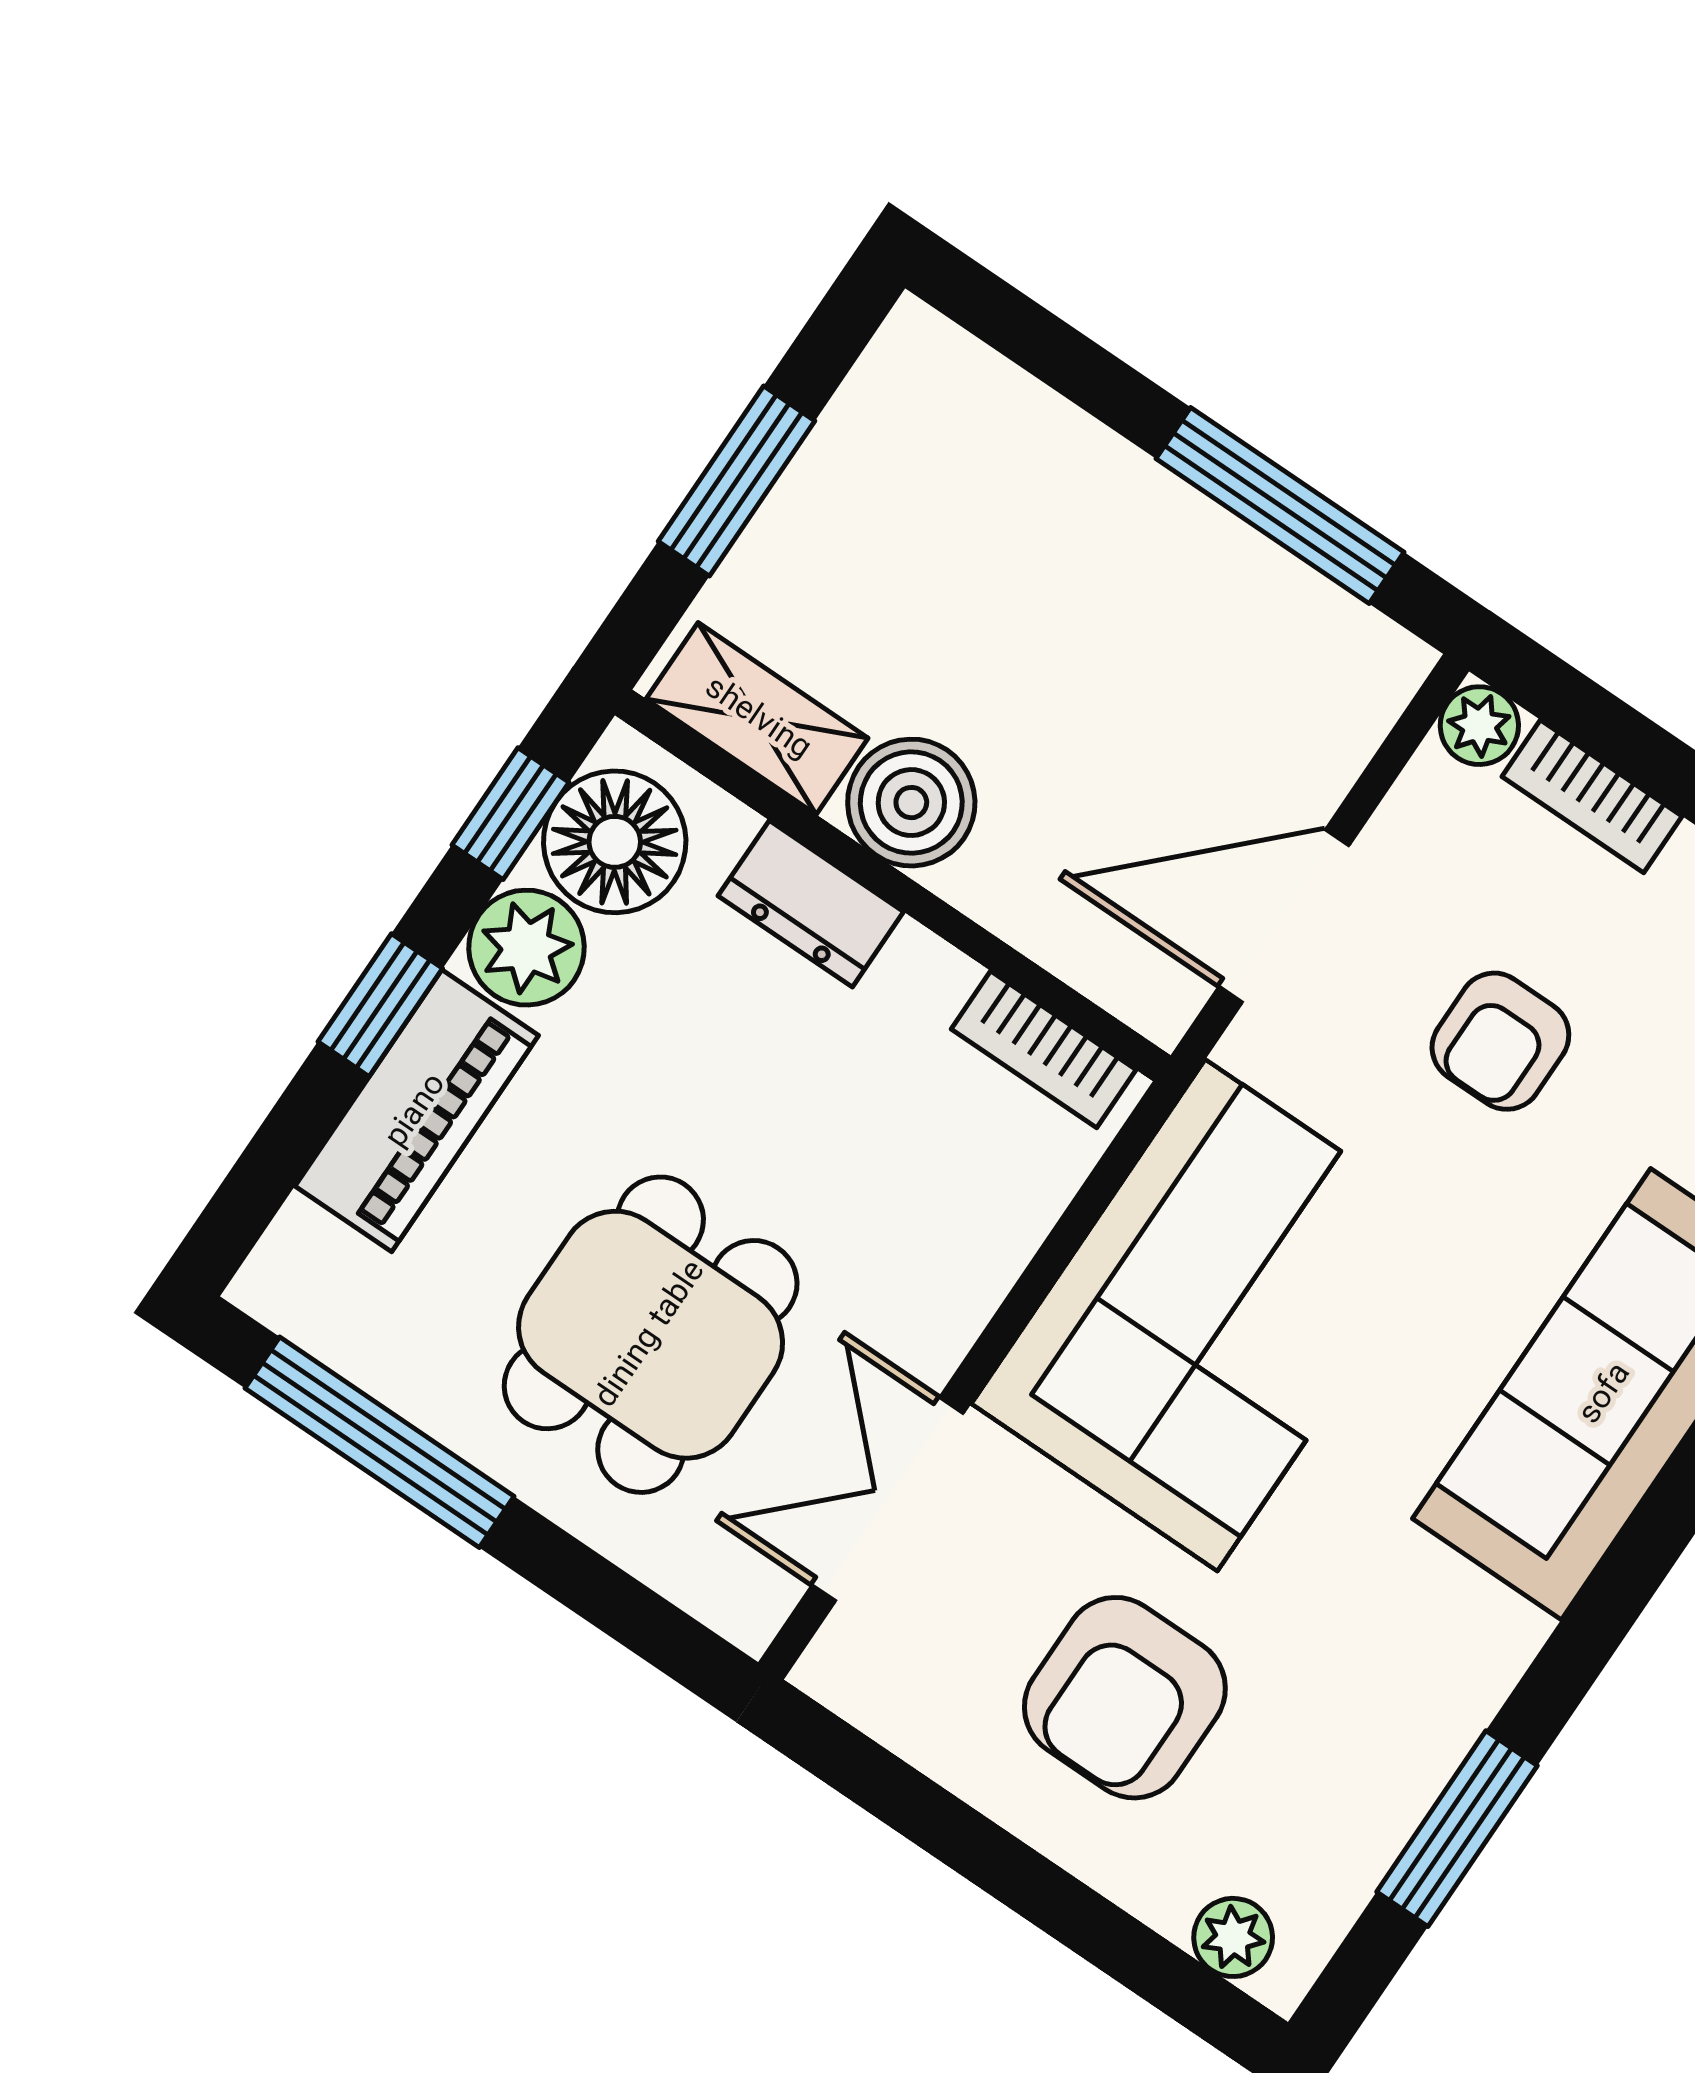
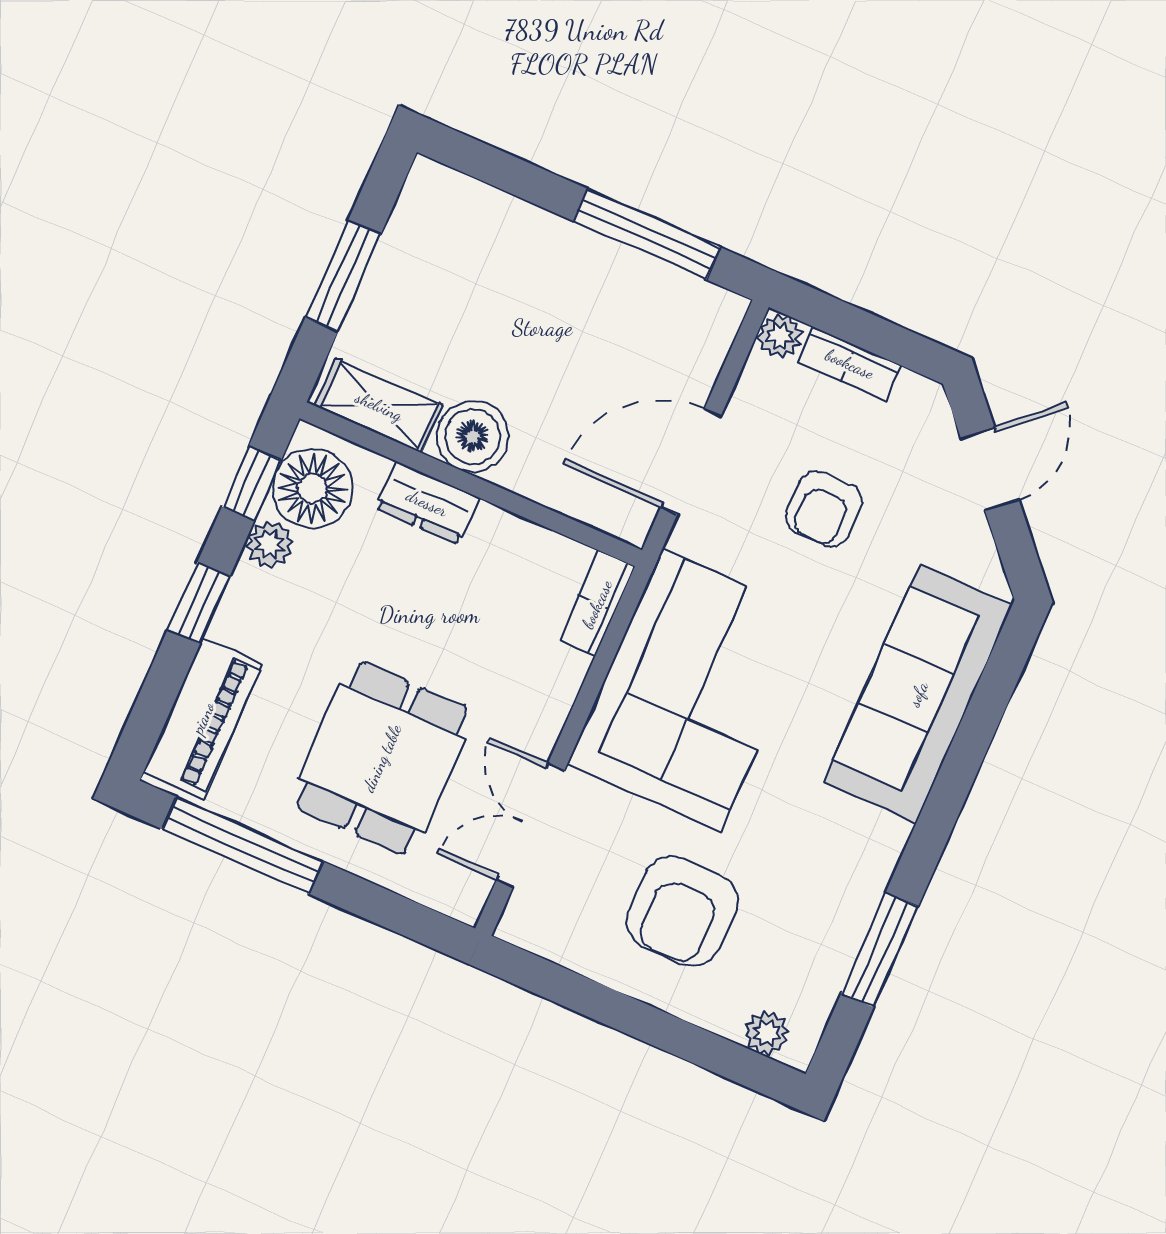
plant: (527, 948) -> (270, 544), width x0.73, depth x0.73
bookcase: (1044, 1049) -> (597, 604), moved, turned 90
piano: (417, 1111) -> (203, 718), moved

